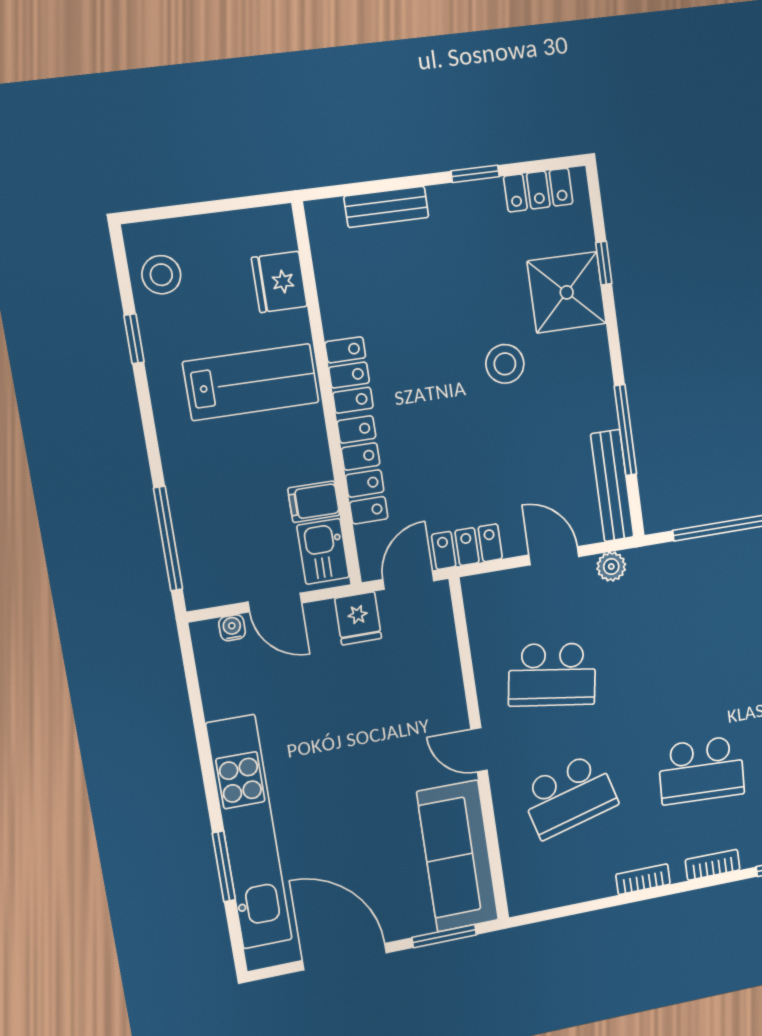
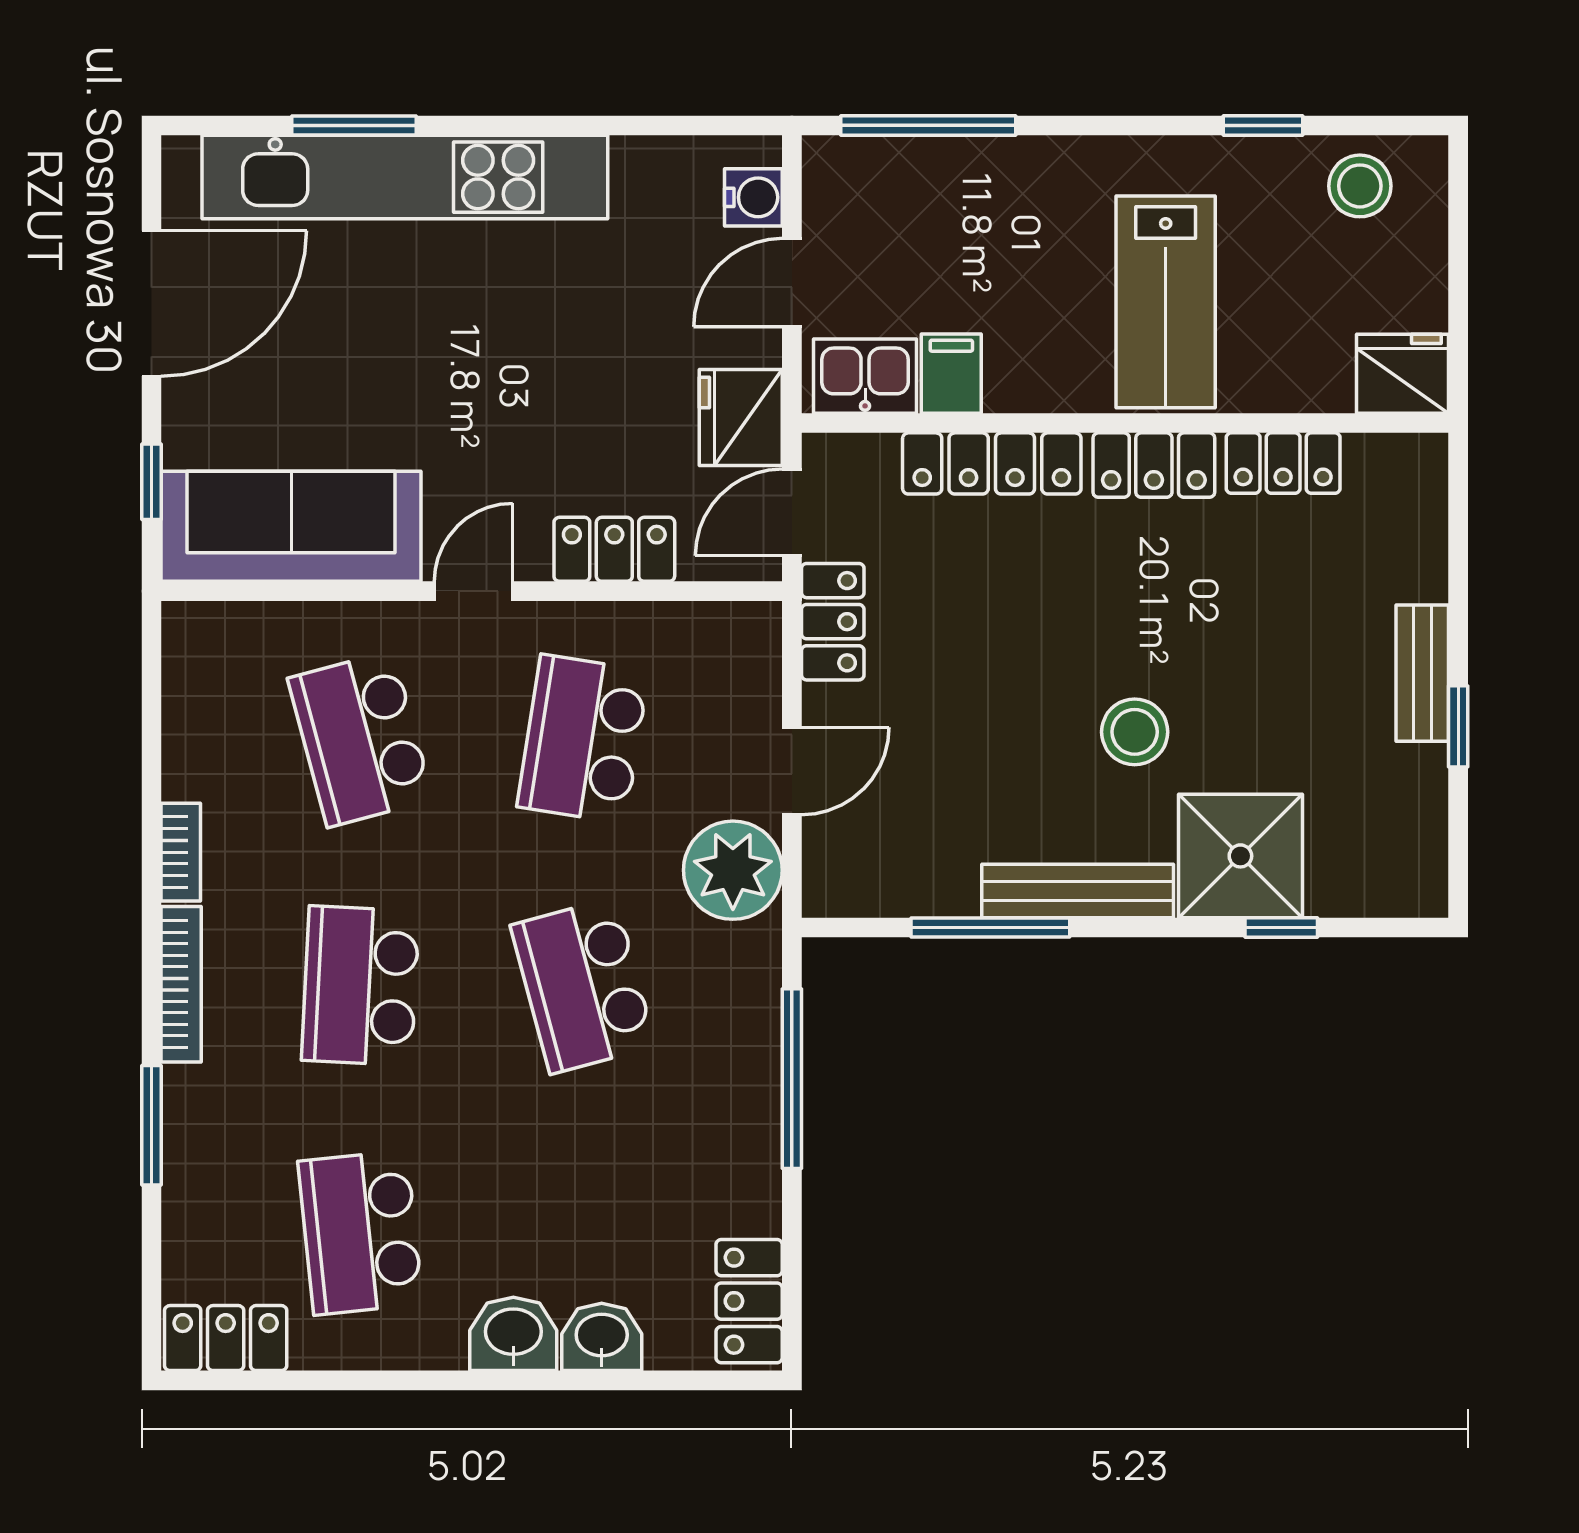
locker: (538, 190) -> (1283, 463), moved, turned -90
bench: (386, 207) -> (1422, 673), moved
fridge: (279, 282) -> (1402, 374), moved
bench: (612, 486) -> (1078, 891), moved
plant: (611, 567) -> (733, 870), width x1.87, depth x1.87
door: (408, 580) -> (792, 513), swing flipped
fridge: (358, 618) -> (741, 418), width x1.38
water cooler: (232, 628) -> (753, 197), width x1.38, depth x1.38
school desk: (686, 650) -> (583, 986), added
locker: (444, 676) -> (614, 549), added
bookcase: (713, 865) -> (181, 984), width x1.56
window: (444, 936) -> (152, 482), width x0.67

